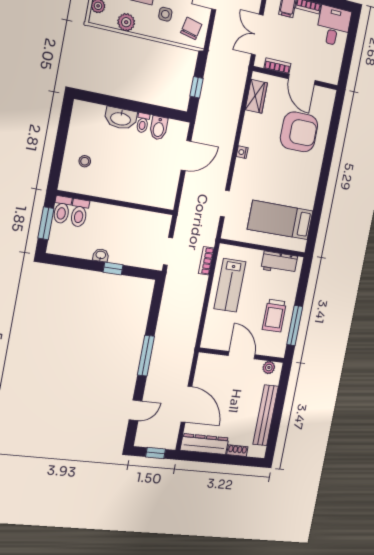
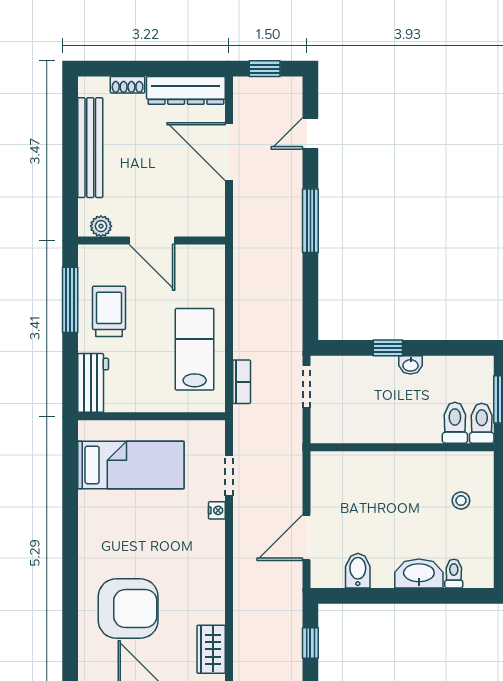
toilet: (143, 123) -> (454, 574), moved
armchair: (299, 132) -> (128, 609), turned 180
nightstand: (242, 152) -> (217, 510), moved
workbench: (279, 263) -> (93, 383), moved, turned 90

